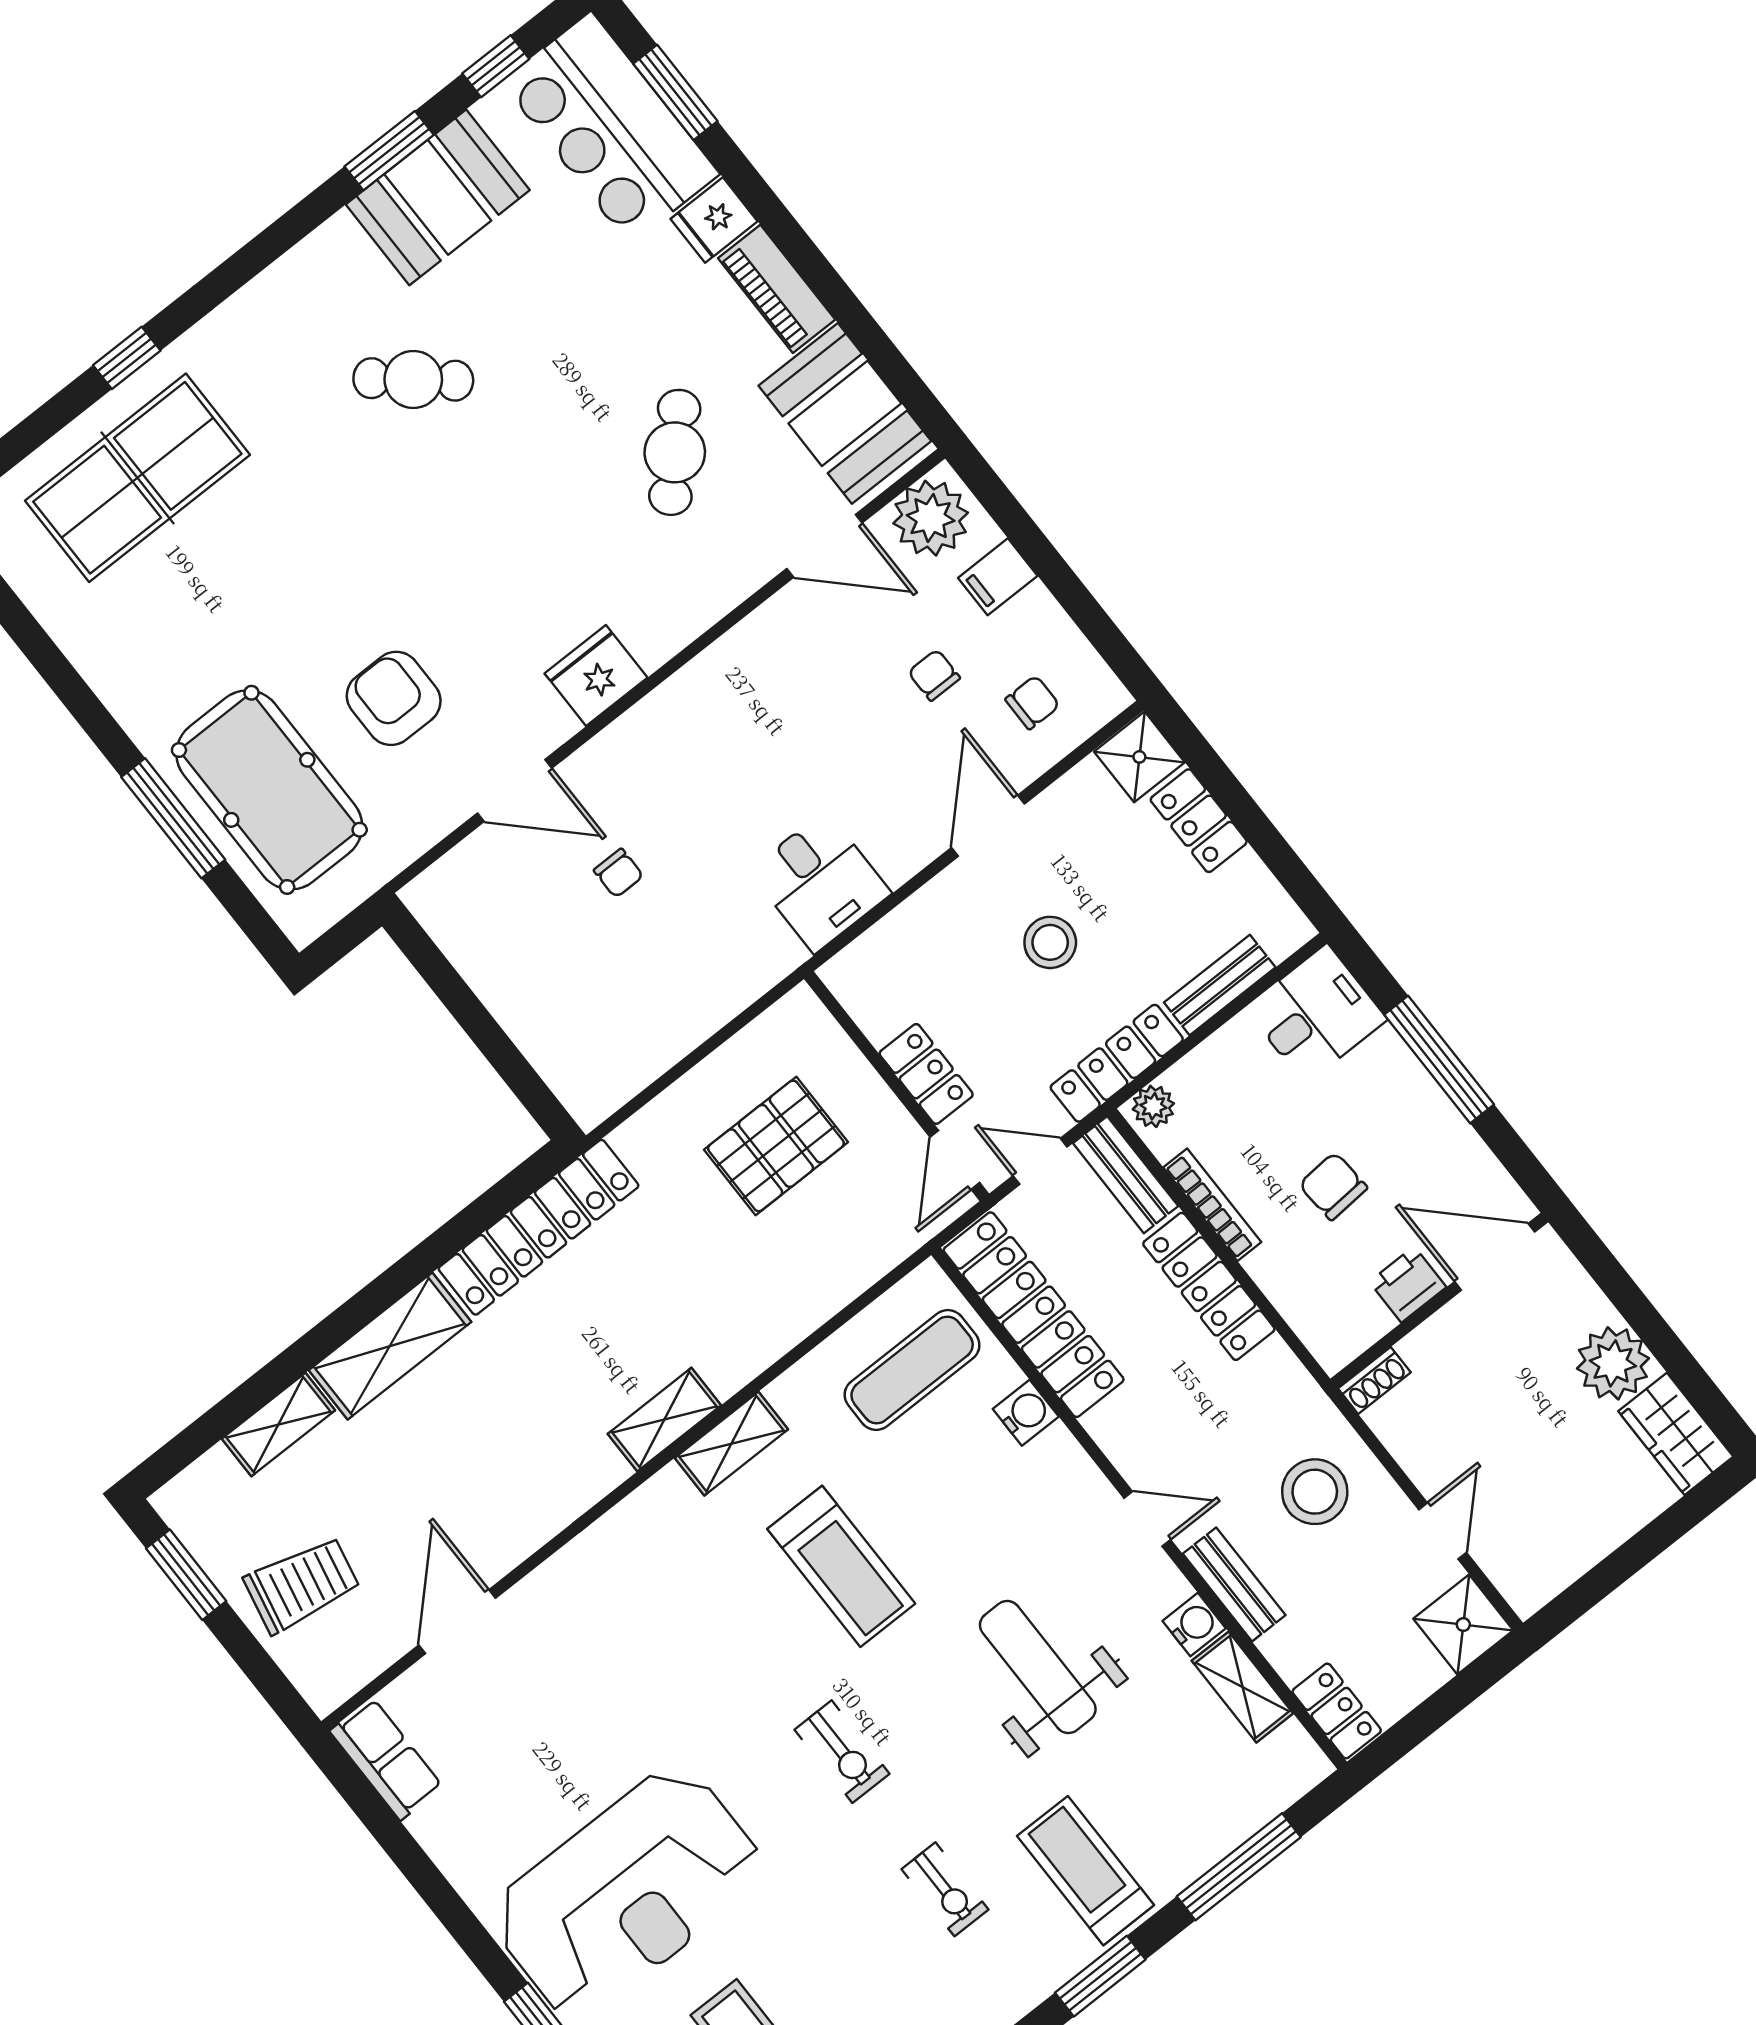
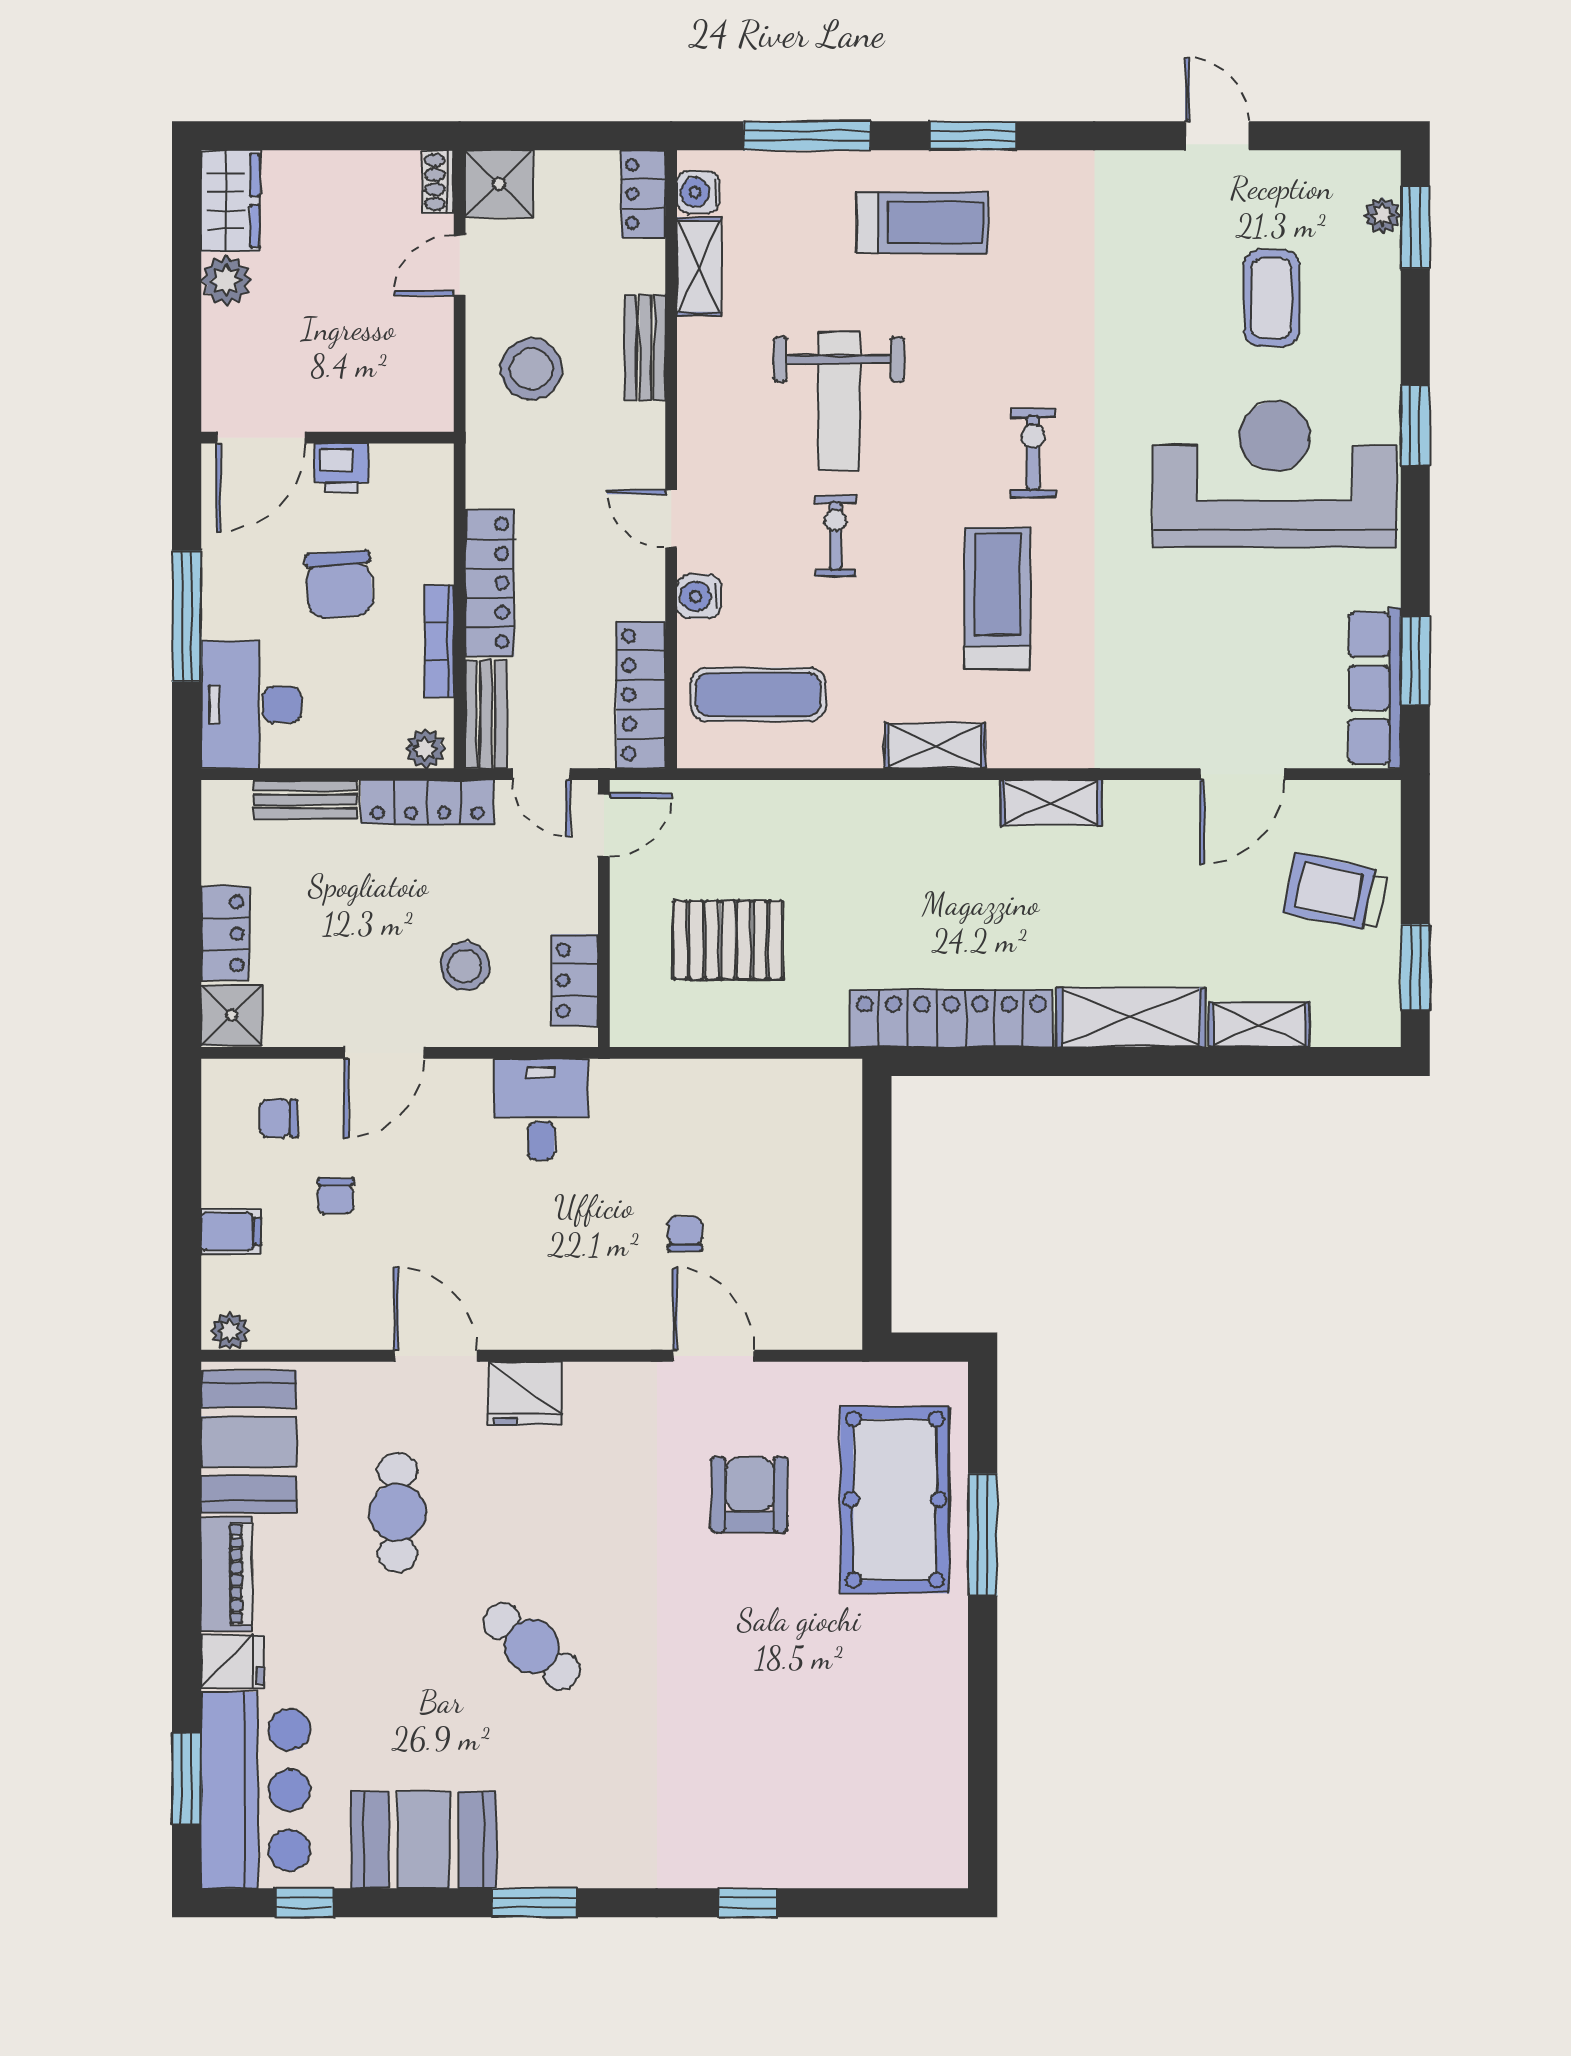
window: (389, 151) -> (534, 1903), moved
cafe table: (413, 379) -> (532, 1646), moved
cafe table: (675, 452) -> (397, 1512), turned -44
table tennis table: (137, 478) -> (810, 1808), removed
plant: (931, 518) -> (230, 1331), width x0.53, depth x0.53
door: (824, 546) -> (436, 1356), moved
fridge: (596, 675) -> (525, 1393), moved
armchair: (394, 698) -> (749, 1495), turned 180
stool: (1050, 942) -> (465, 966), moved
desk: (1316, 1014) -> (251, 705), width x1.37
locker: (926, 1074) -> (575, 980), moved
chair: (1333, 1186) -> (339, 584), width x1.37, depth x1.37
door: (1495, 1257) -> (261, 438), hinge flipped
locker: (1034, 1315) -> (641, 695), width x0.71, depth x0.83
plant: (1613, 1363) -> (226, 280), width x0.73, depth x0.73
shoe rack: (1374, 1380) -> (438, 182), moved, turned -90
shelving: (664, 1420) -> (1051, 803), moved
door: (1147, 1519) -> (671, 519), moved
treadmill: (841, 1566) -> (997, 598), moved
water cooler: (1194, 1625) -> (698, 192), moved
row of seats: (386, 1759) -> (1375, 688), width x1.48
window: (388, 1830) -> (1415, 661), added
treadmill: (1086, 1871) -> (922, 223), turned -90
exercise bike: (945, 1889) -> (835, 536), moved

